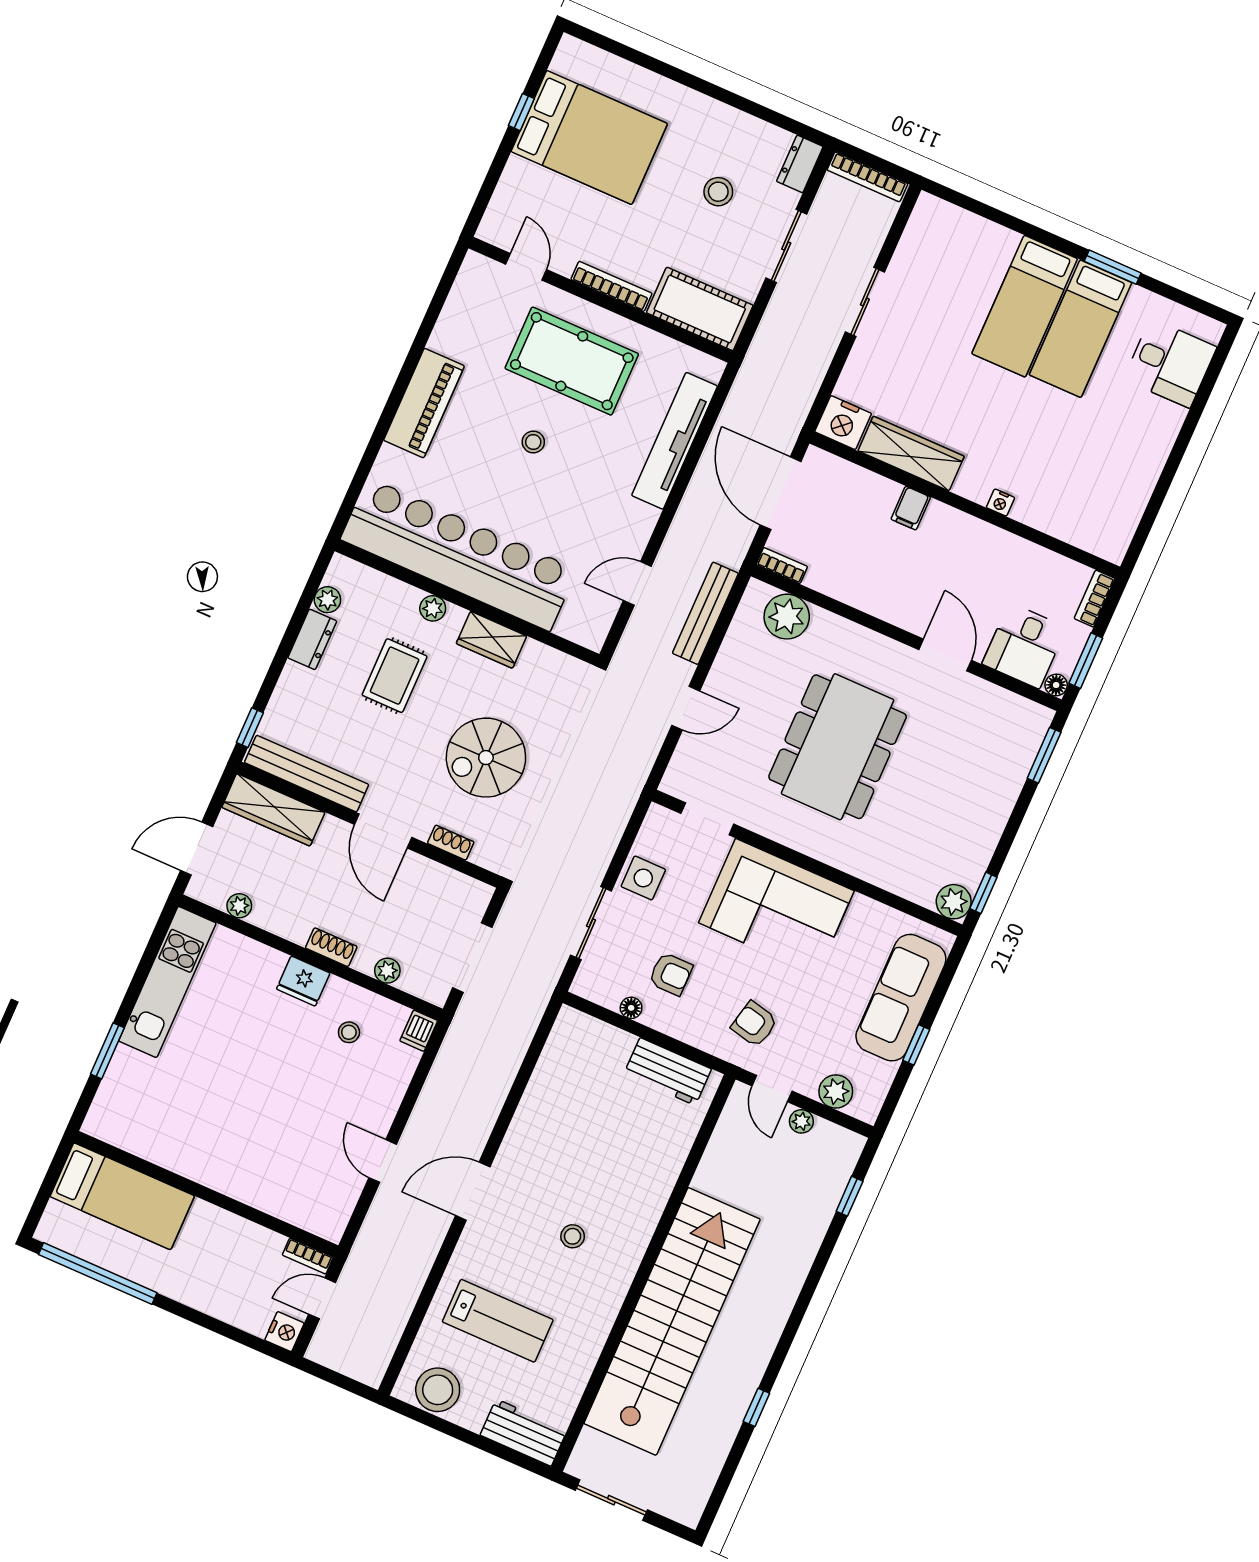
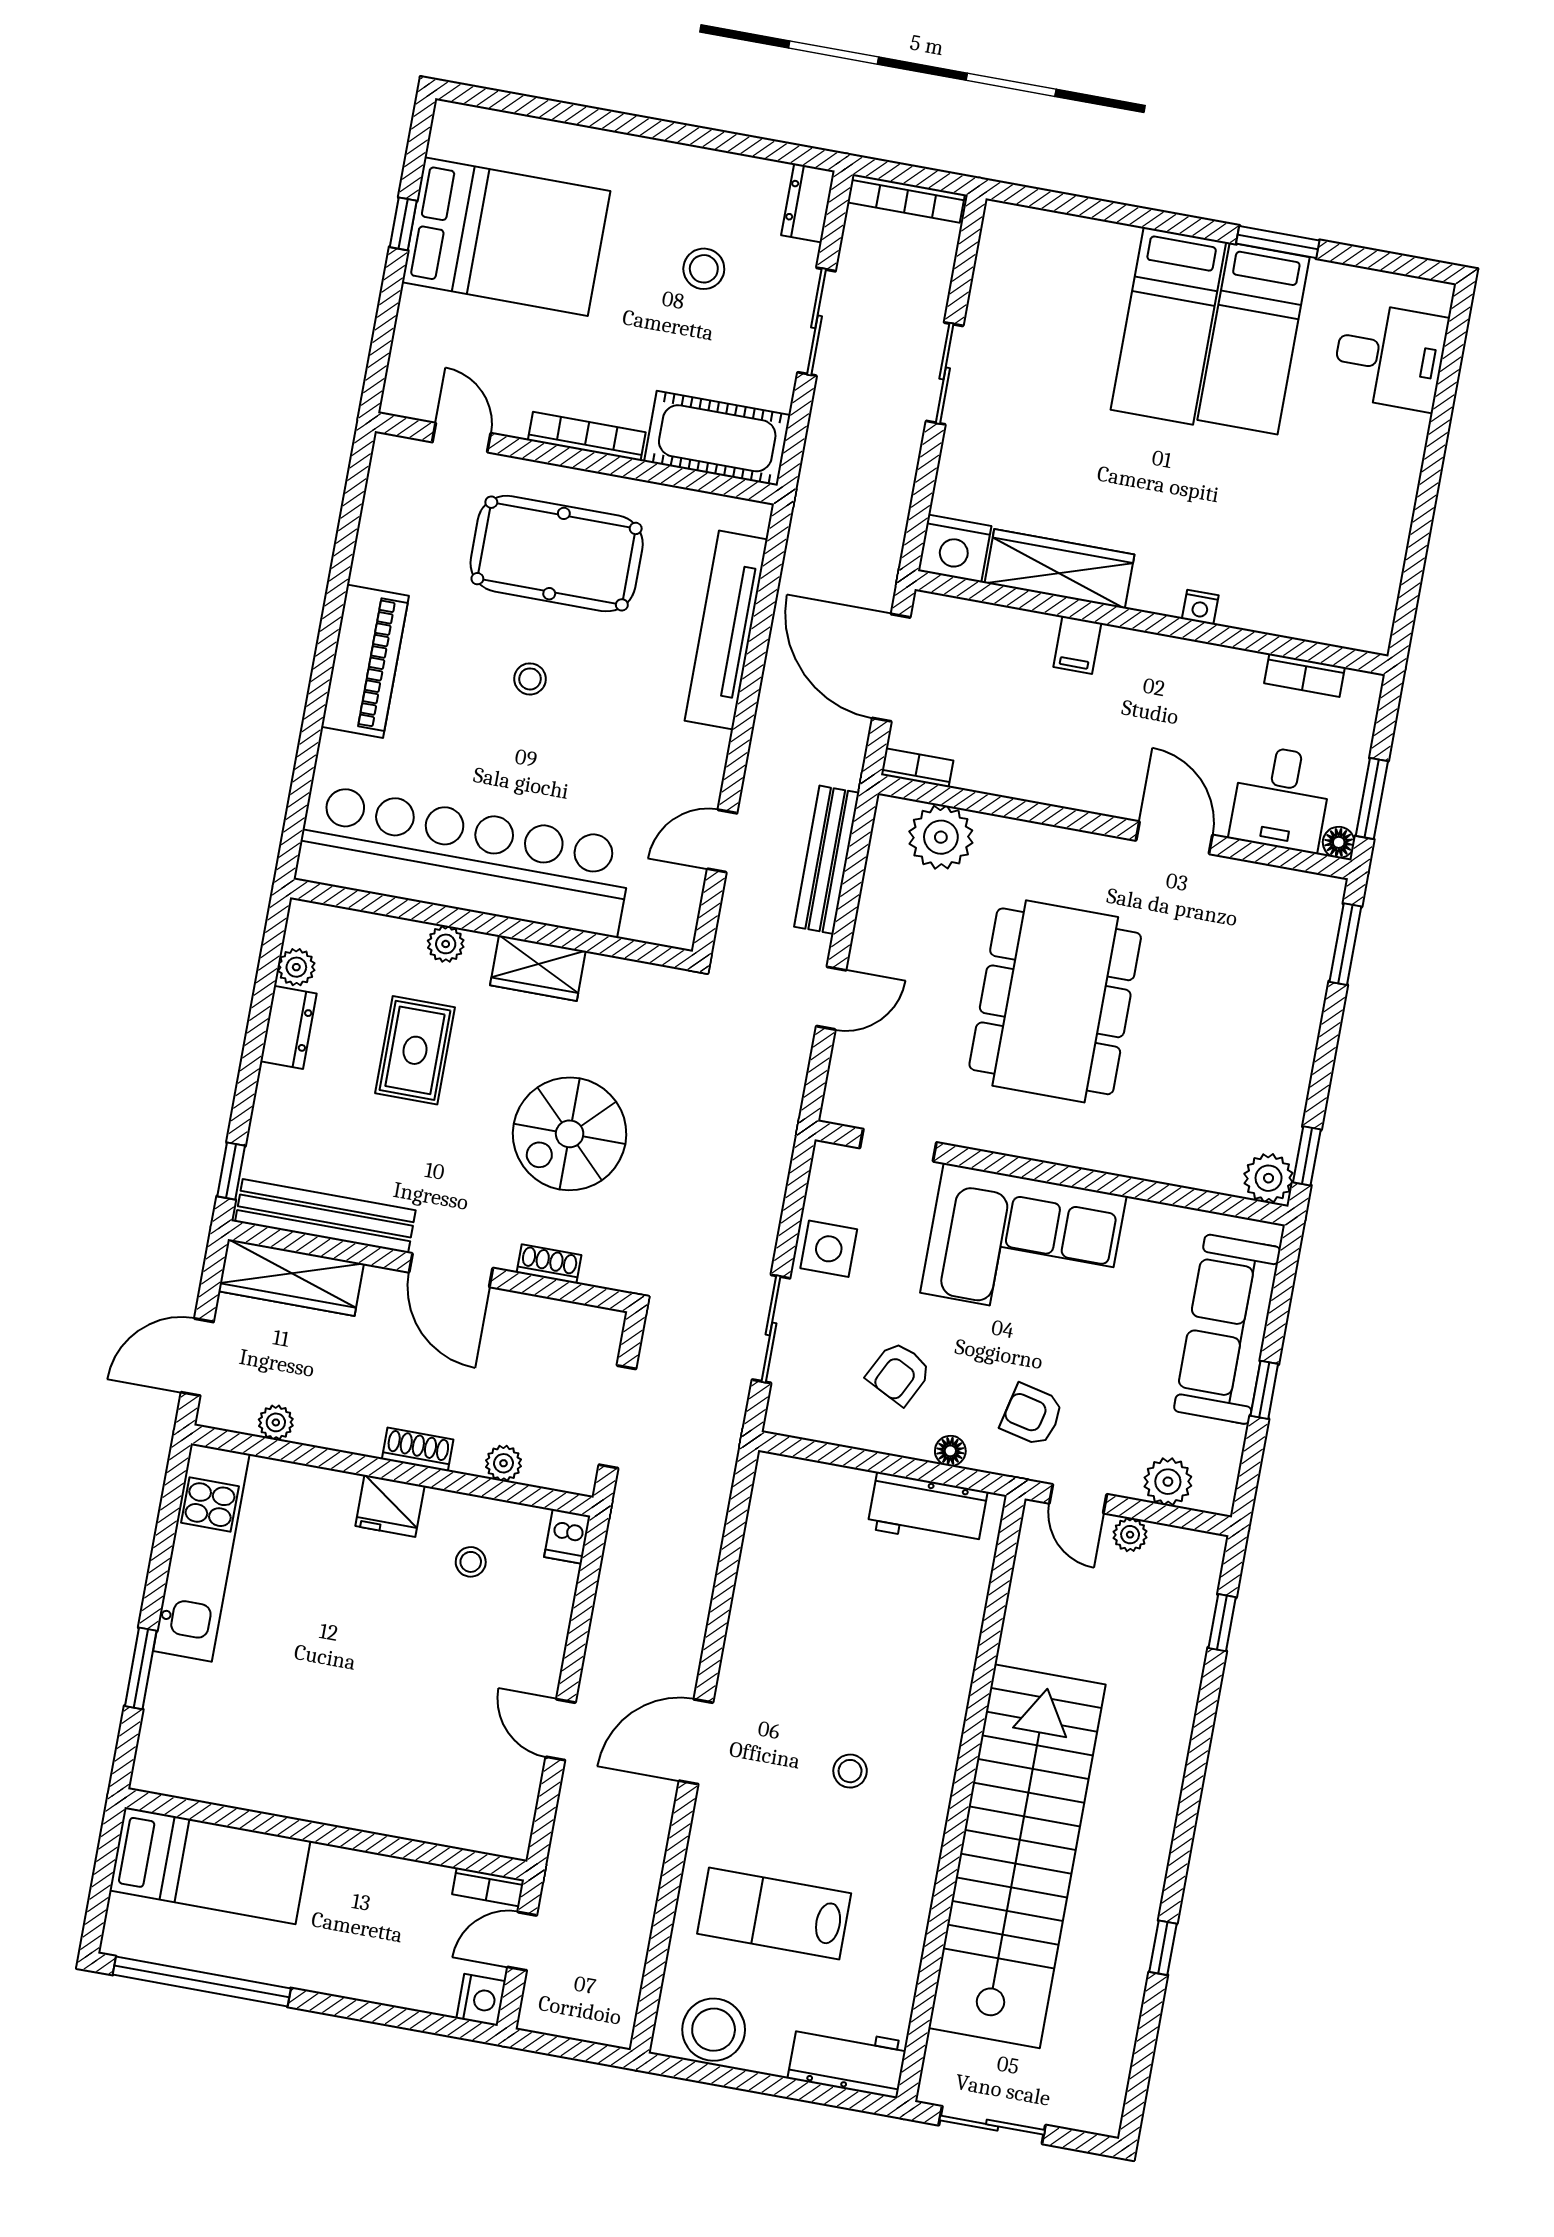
bookcase: (1095, 599) -> (1305, 675), moved, turned -90
armchair: (671, 974) -> (899, 1373), turned 117
floor lamp: (631, 1008) -> (950, 1451), moved
lab bench: (498, 1321) -> (774, 1913), turned 180

